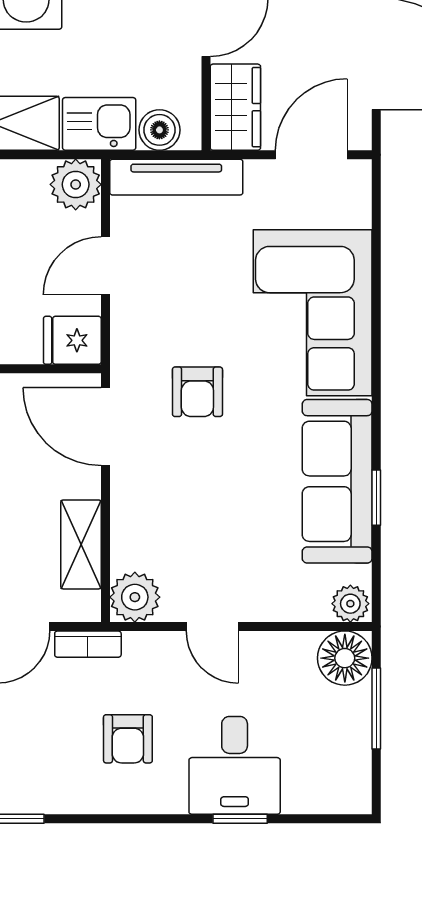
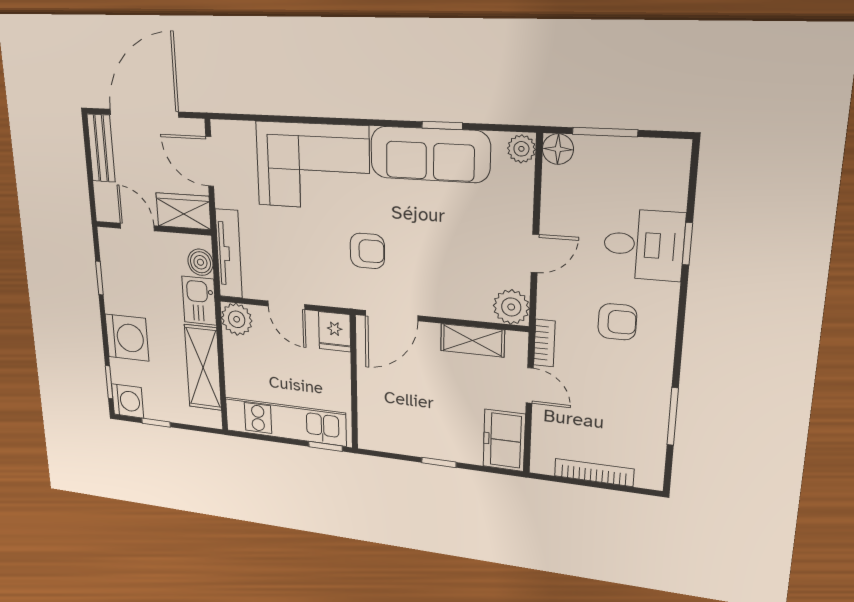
floor lamp: (345, 658) -> (558, 149), width x0.73, depth x0.73

